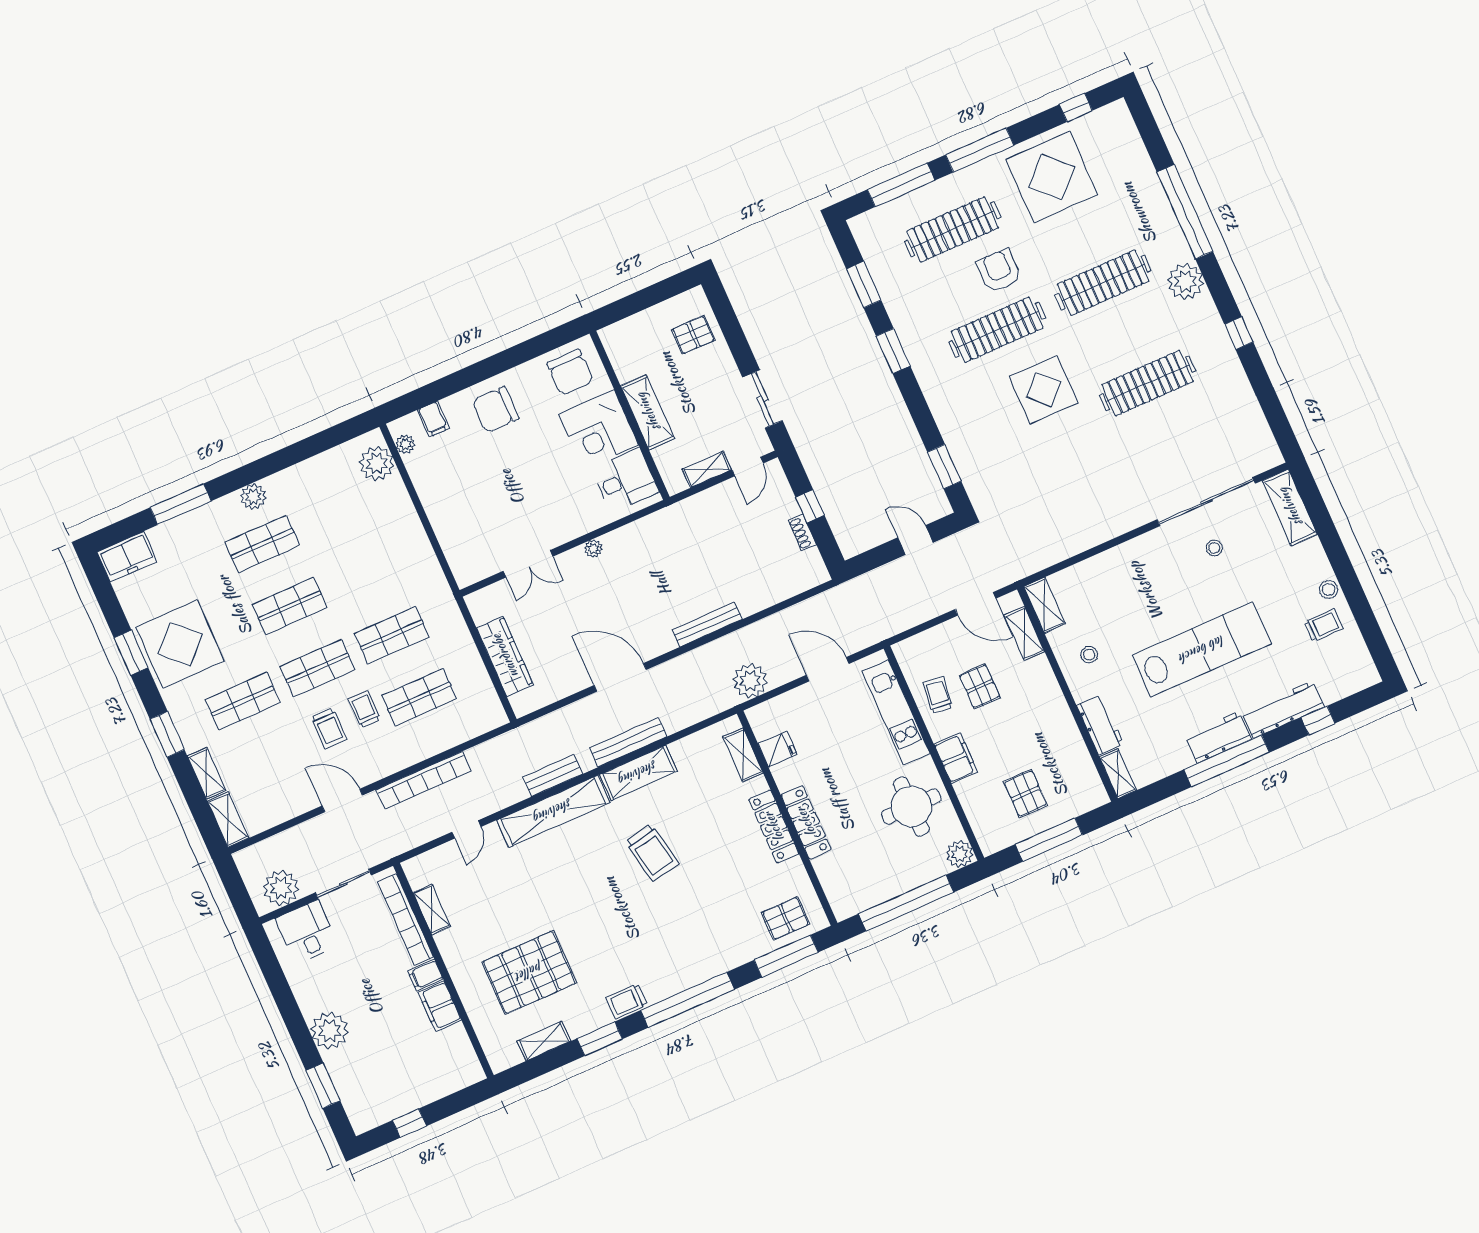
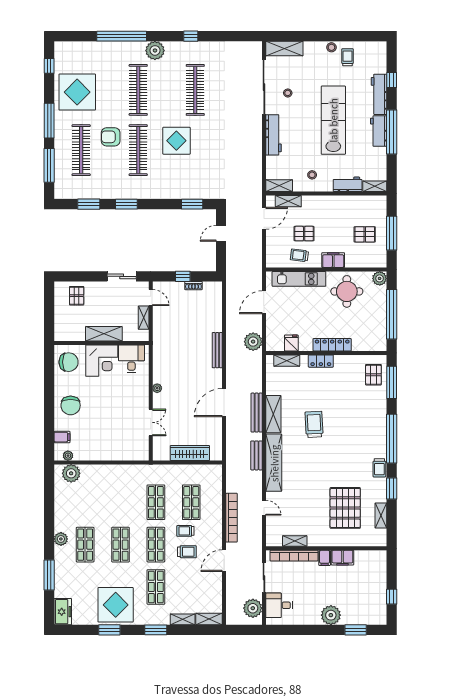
workbench: (1129, 556) -> (273, 135), added
locker: (774, 827) -> (321, 361), width x0.66
trolley: (652, 853) -> (314, 424), turned -82

